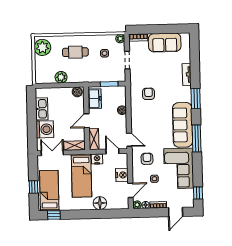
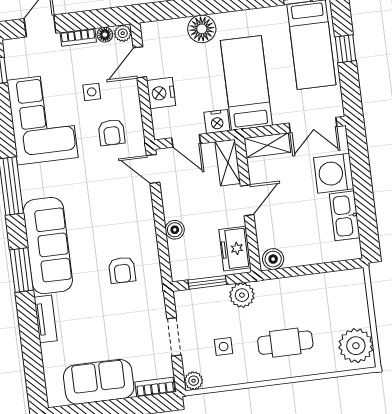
plant: (61, 77) -> (242, 295), moved
sofa: (183, 125) -> (48, 246), moved

